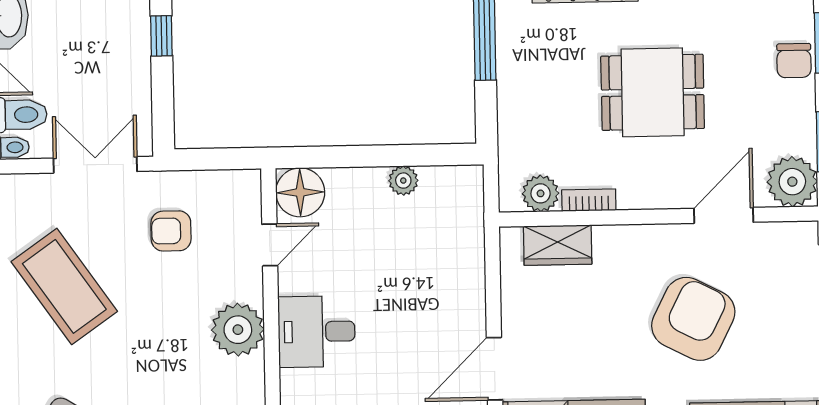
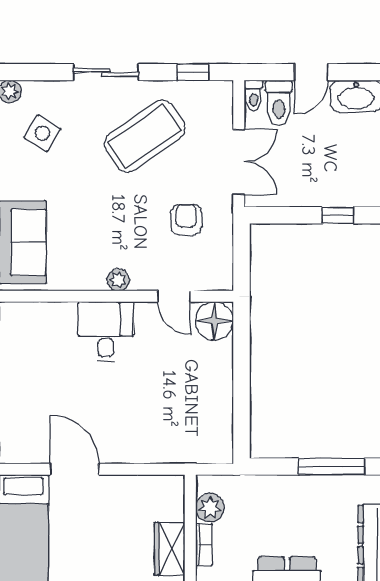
plant: (403, 181) -> (222, 401), removed
wardrobe: (558, 245) -> (170, 549), moved
plant: (238, 330) -> (118, 280), width x0.53, depth x0.53

